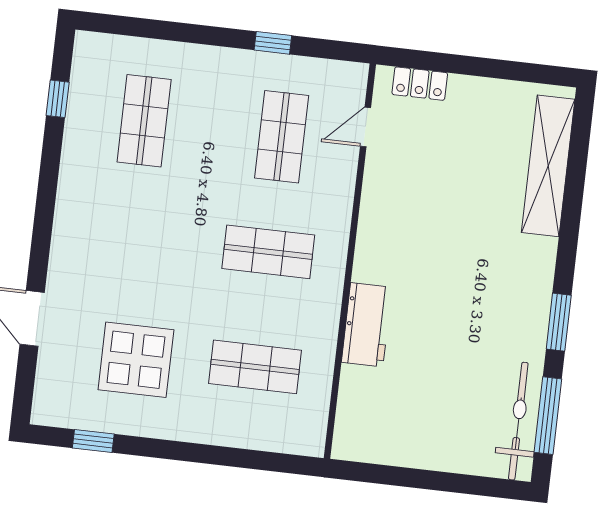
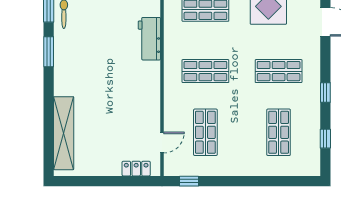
window: (273, 43) -> (189, 181), moved
window: (48, 186) -> (325, 92), added
shop shelf: (131, 236) -> (279, 71), added

